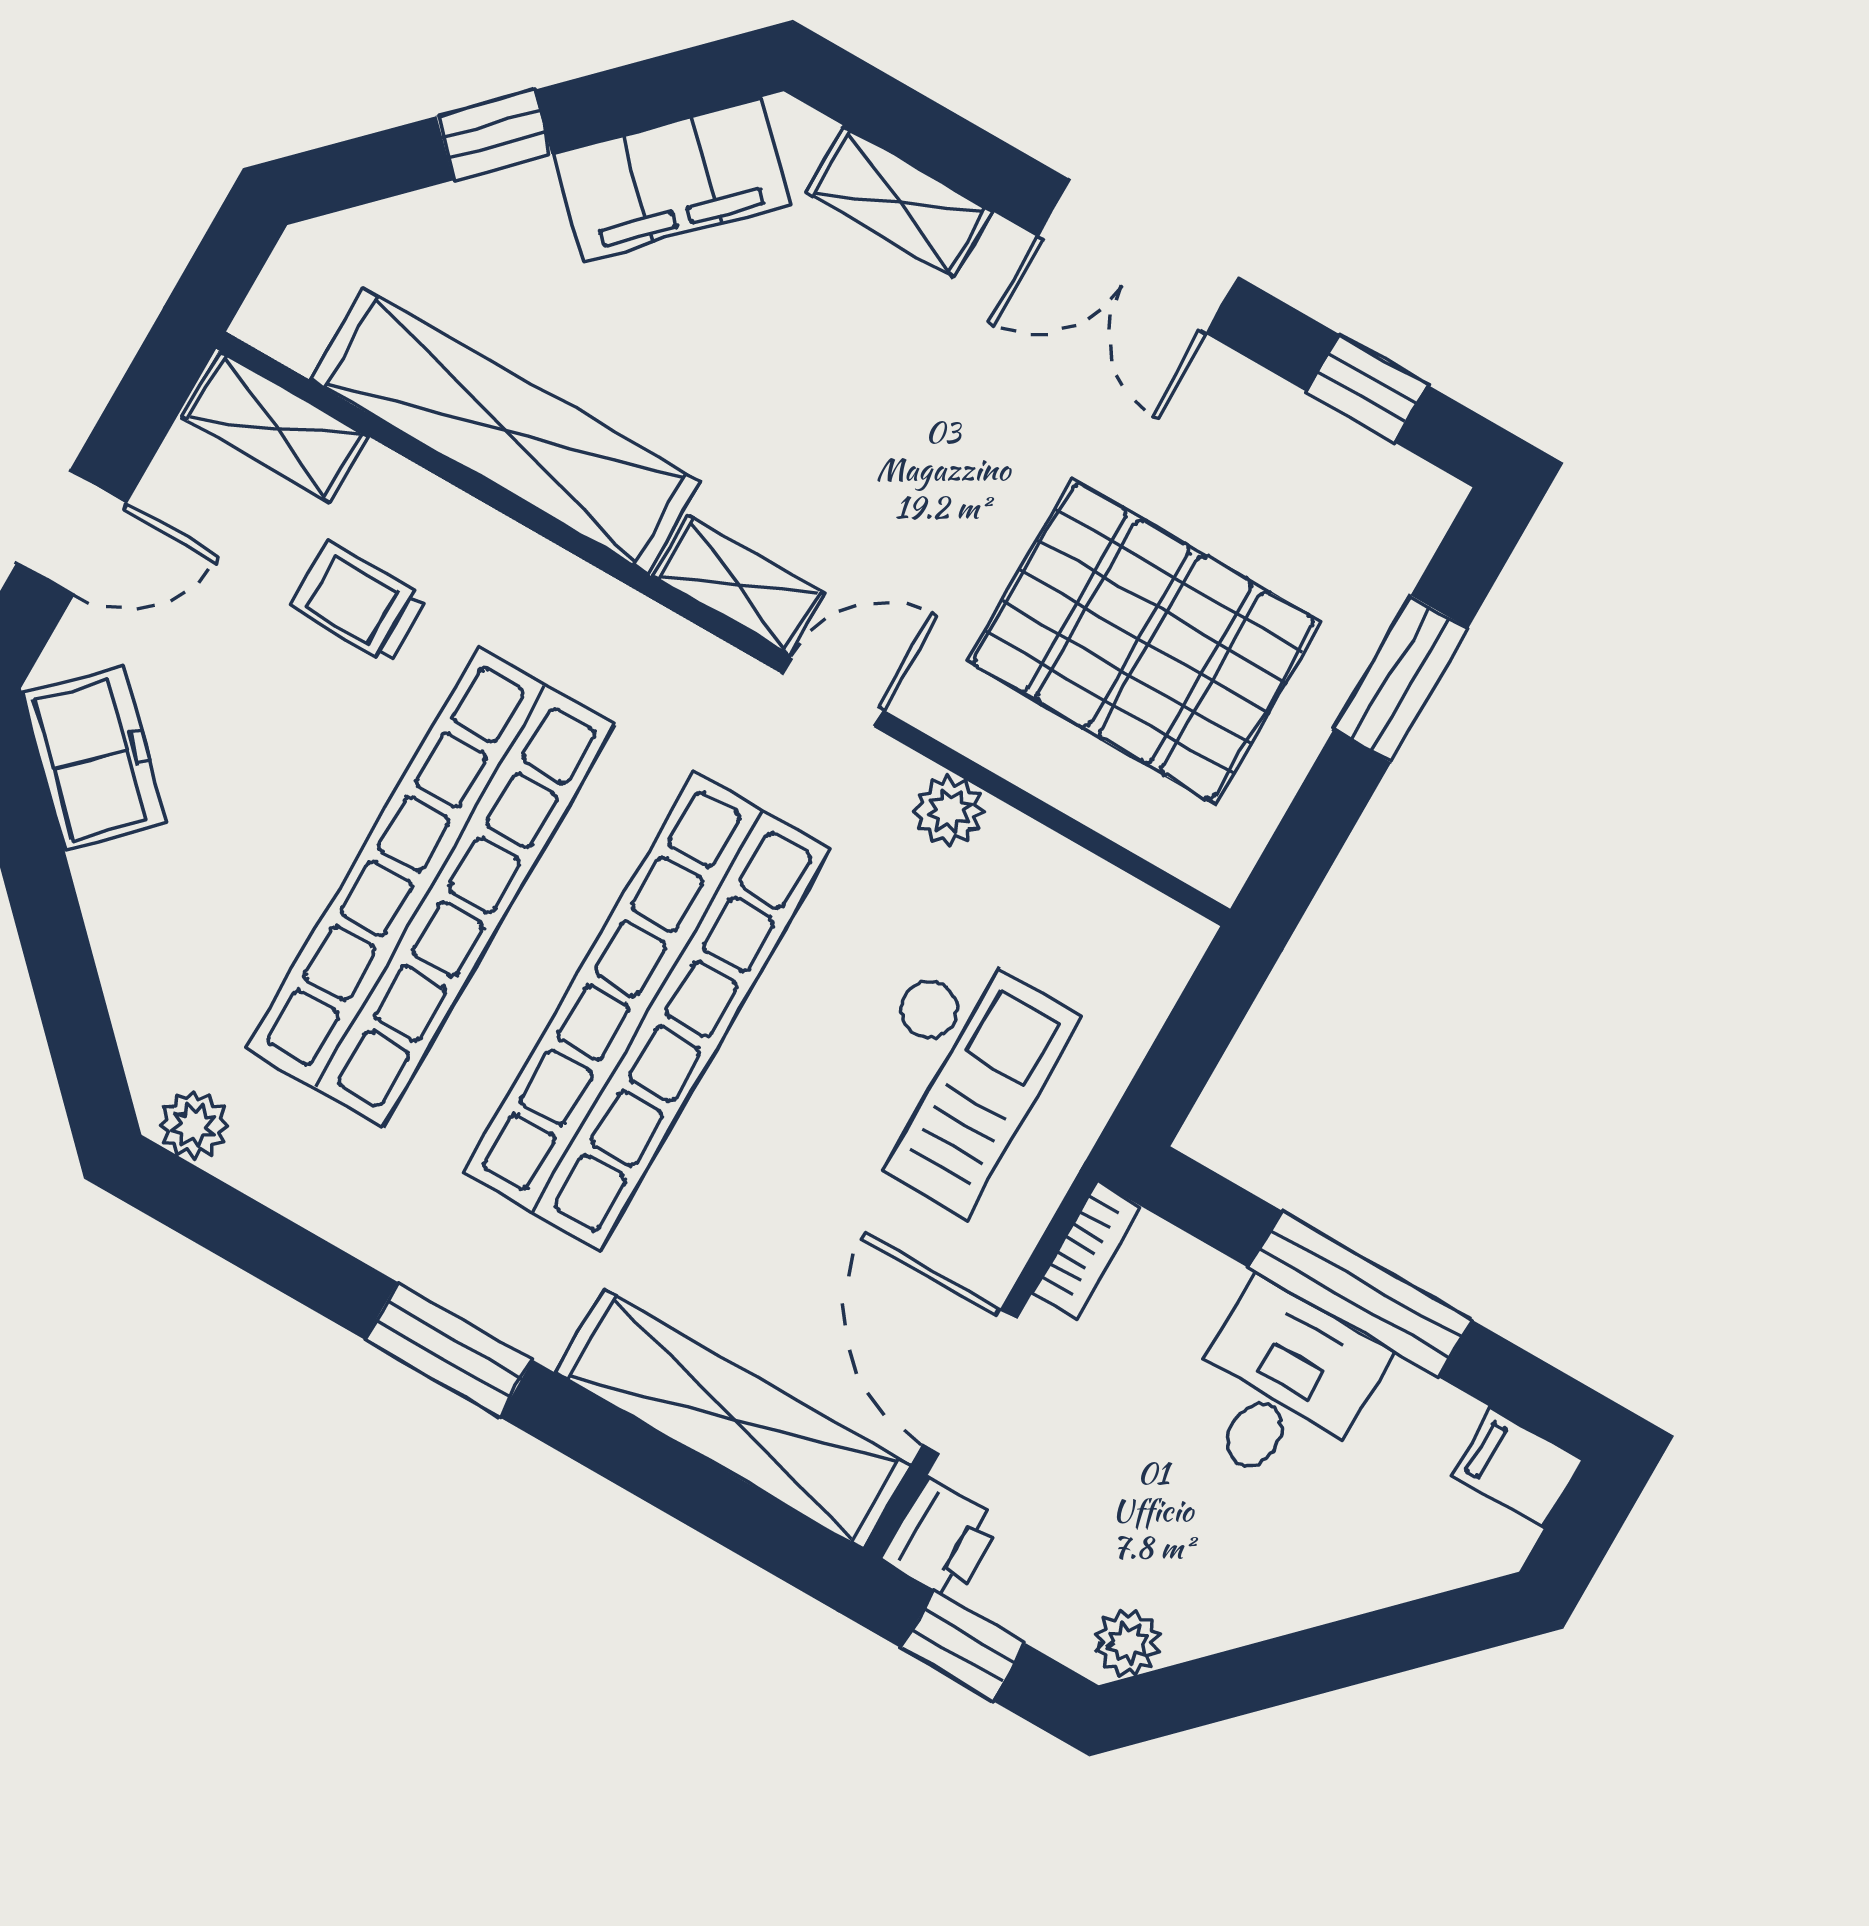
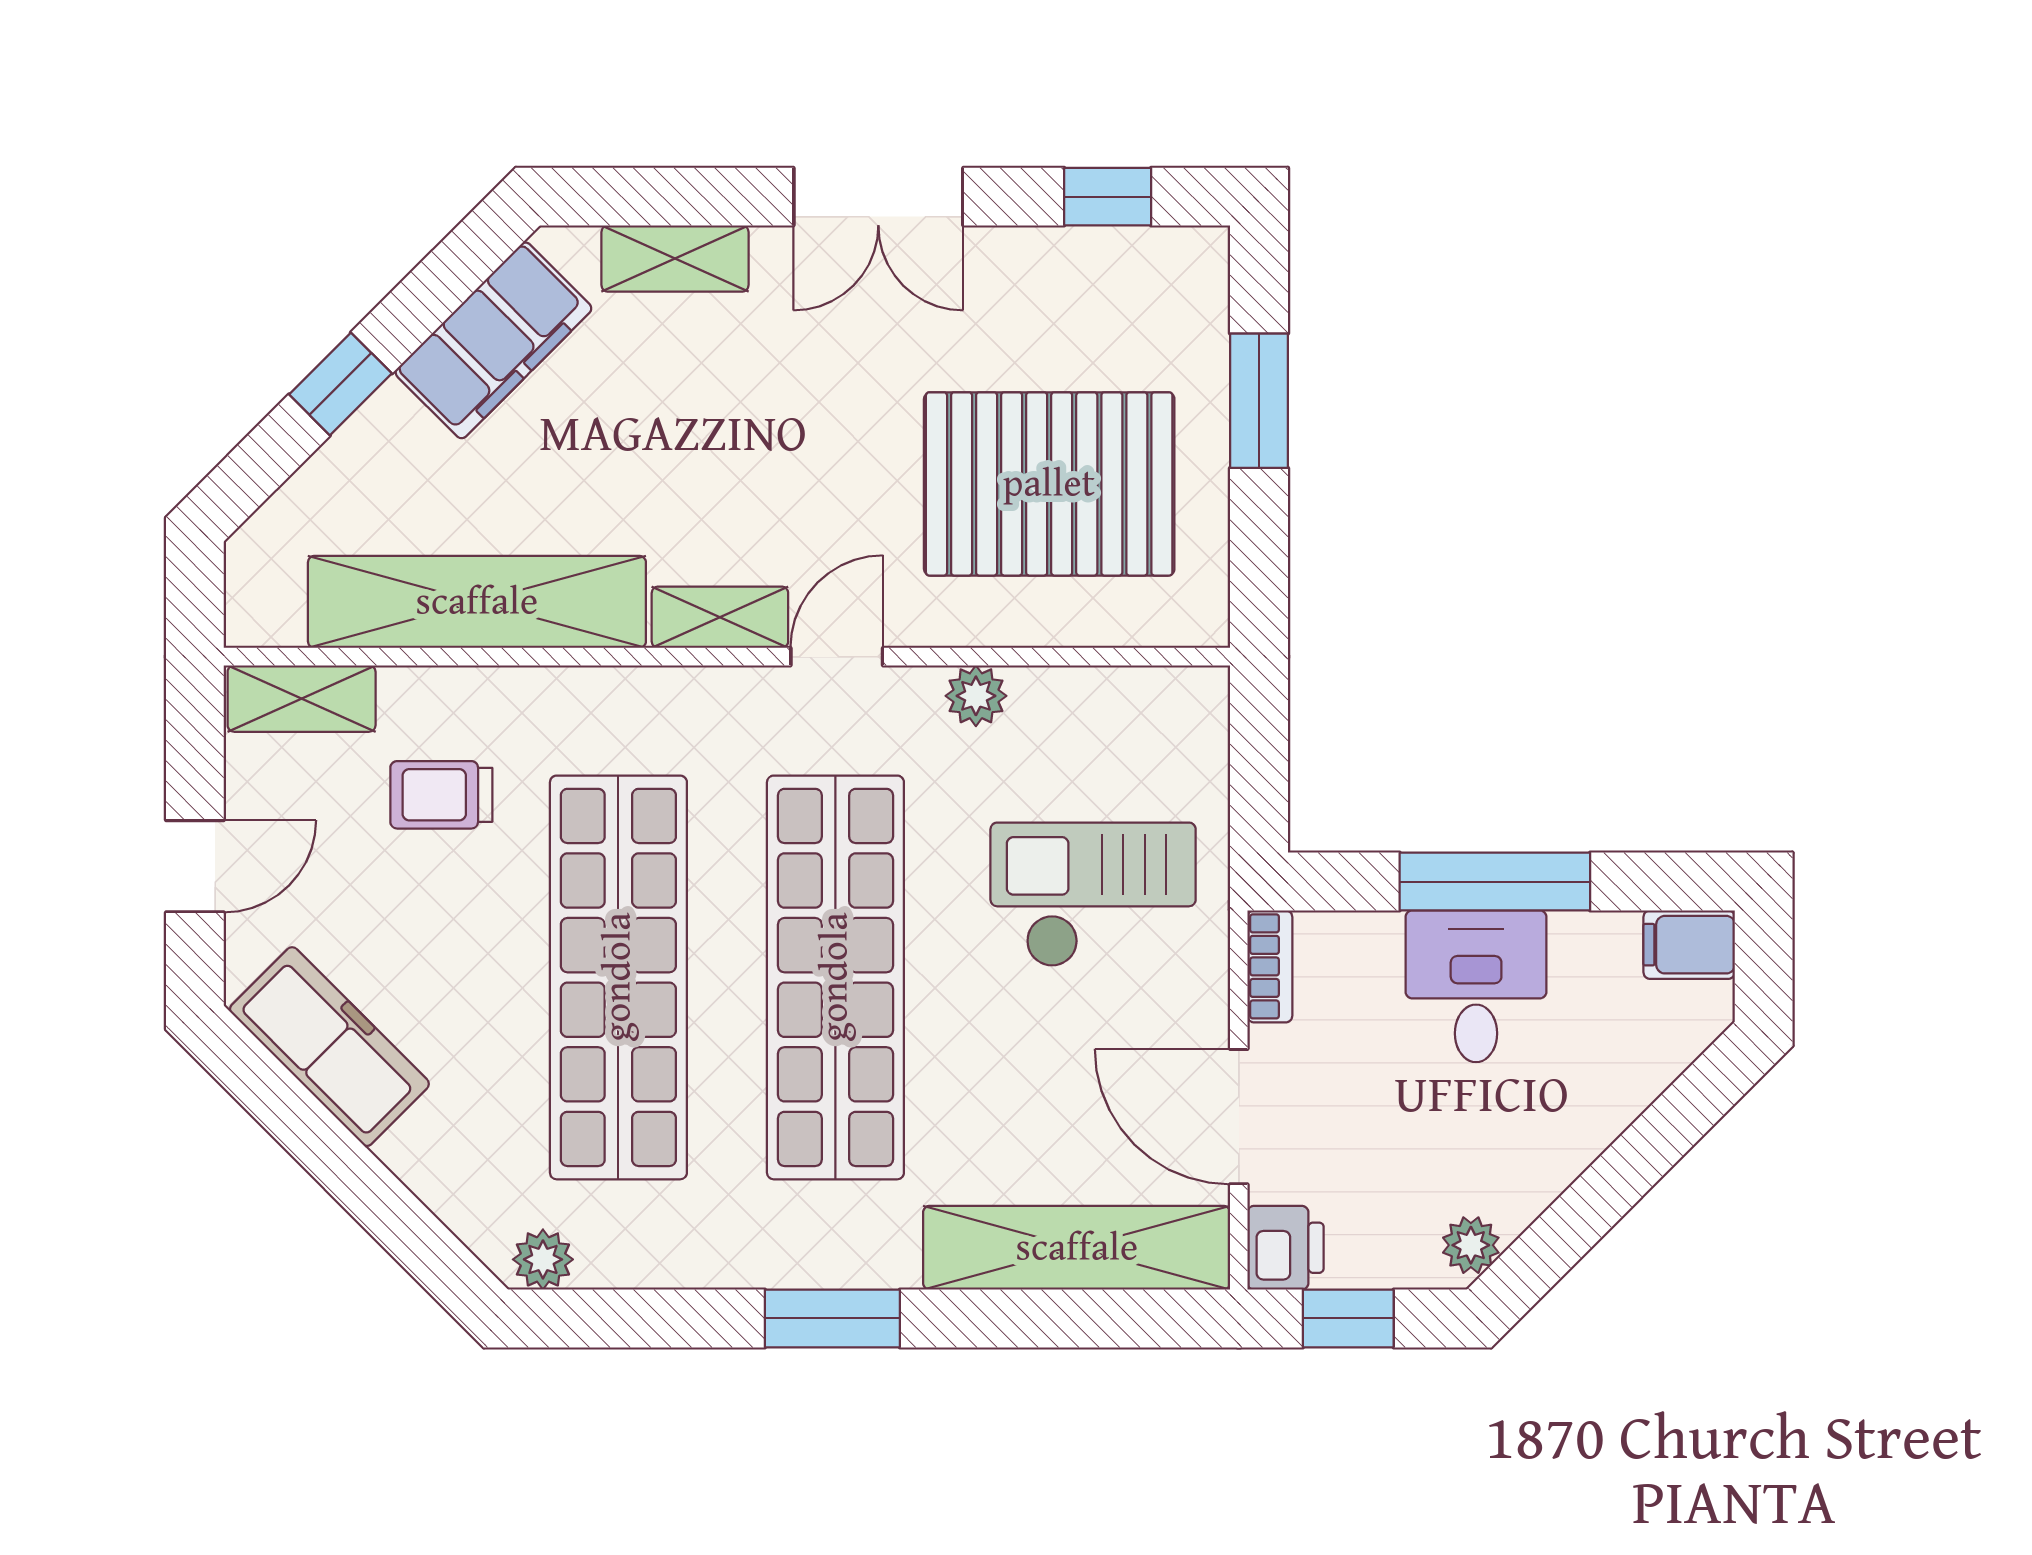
freezer: (94, 759) -> (329, 1047), width x1.40
checkout: (952, 1077) -> (1093, 895), turned -90

